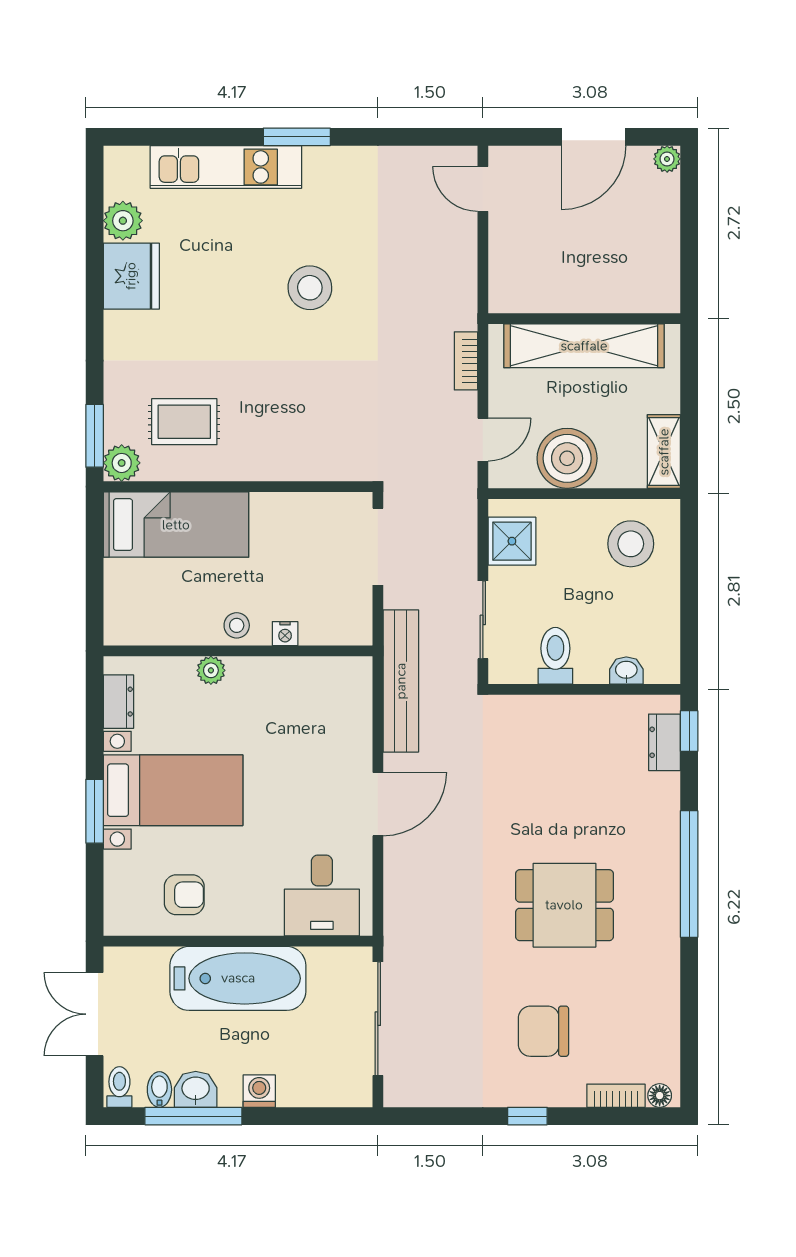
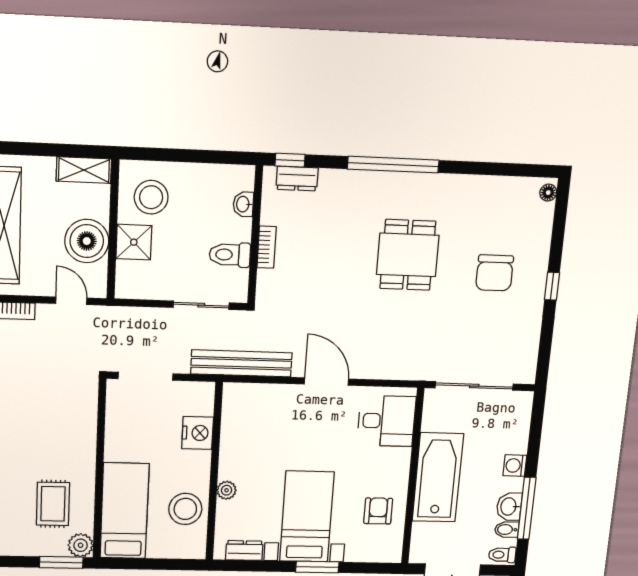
shower: (512, 541) -> (134, 242), moved
stool: (237, 625) -> (185, 509), moved, width x1.89, depth x1.89
nightstand: (285, 634) -> (198, 433), width x1.89, depth x1.79
bookcase: (616, 1096) -> (267, 247), moved, turned 180

